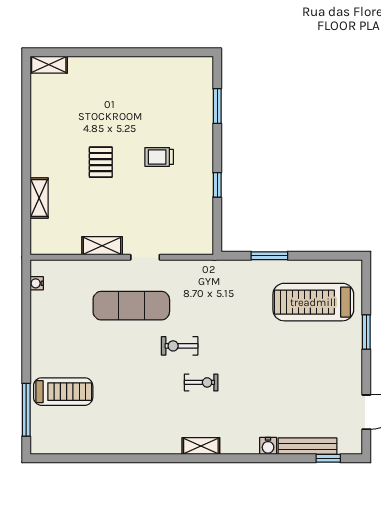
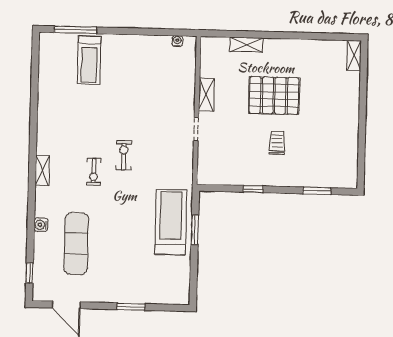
pallet: (101, 162) -> (274, 95), width x2.05, depth x2.00
treadmill: (313, 302) -> (171, 222), moved
exercise mat: (131, 306) -> (76, 244), moved
bench: (308, 446) -> (40, 257), removed

